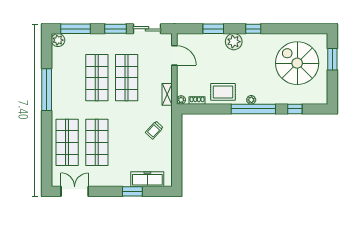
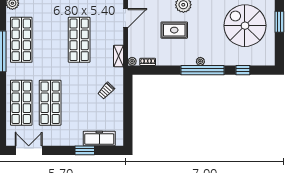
door: (174, 55) -> (126, 18), hinge flipped
shop shelf: (97, 78) -> (21, 40), moved
rug: (223, 92) -> (174, 30), moved

